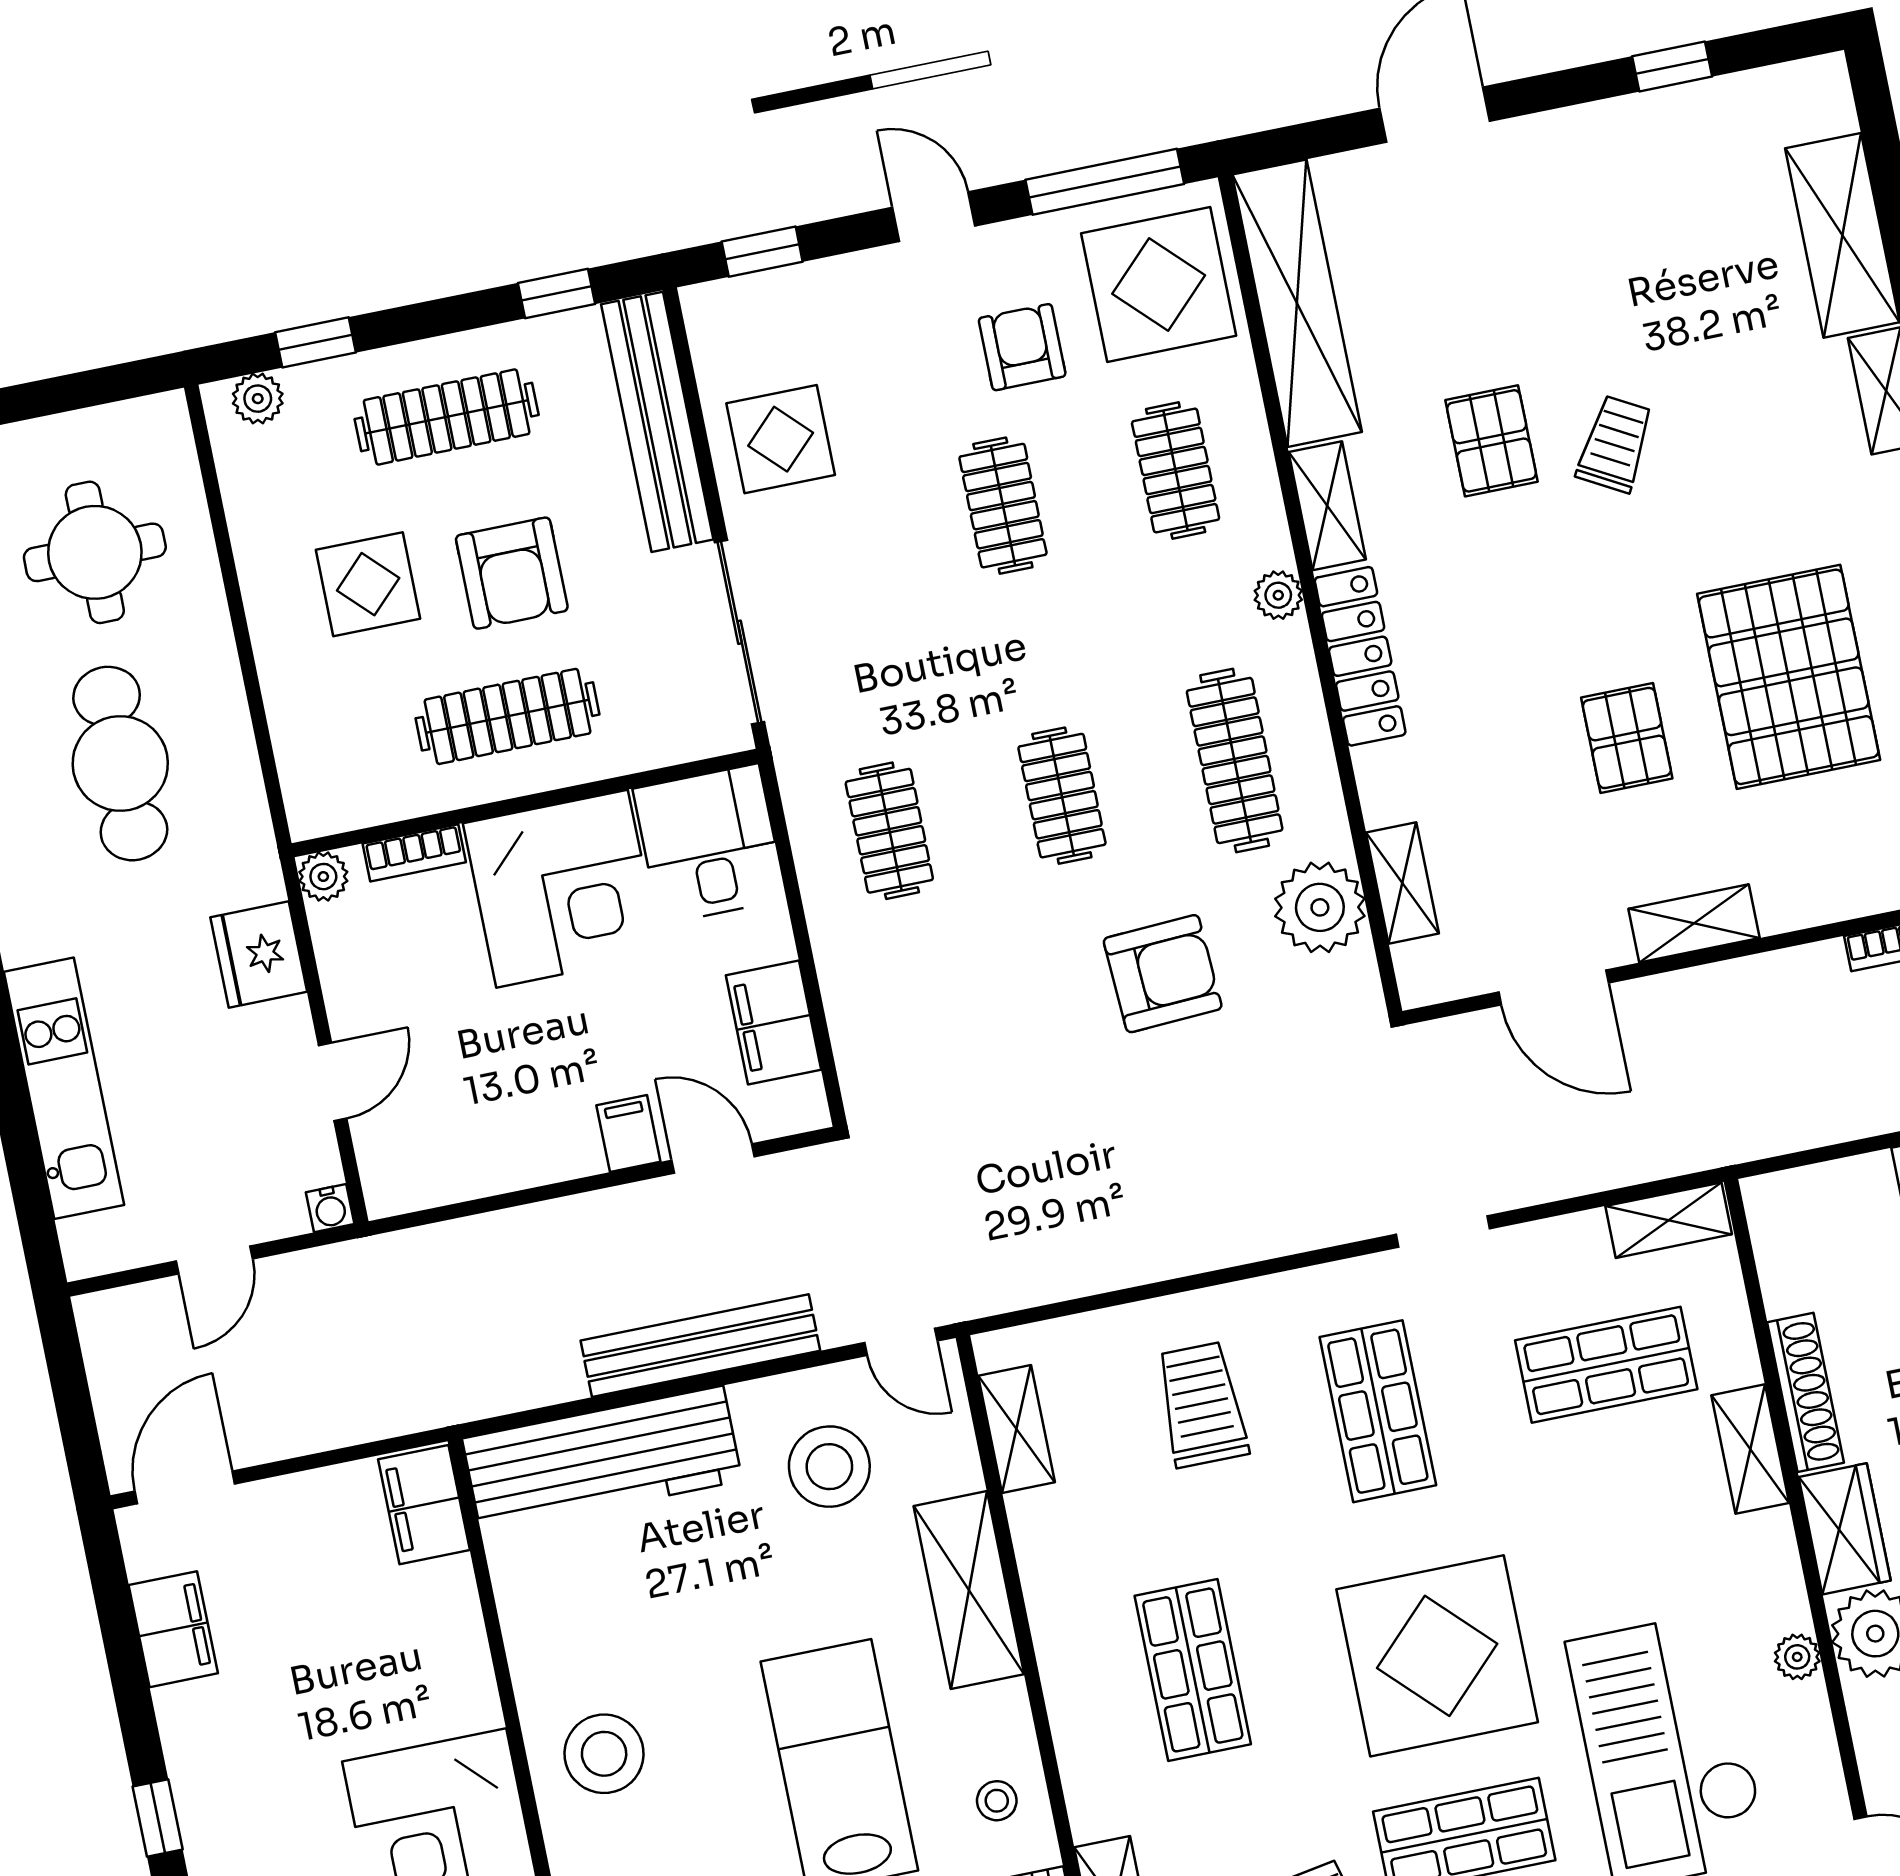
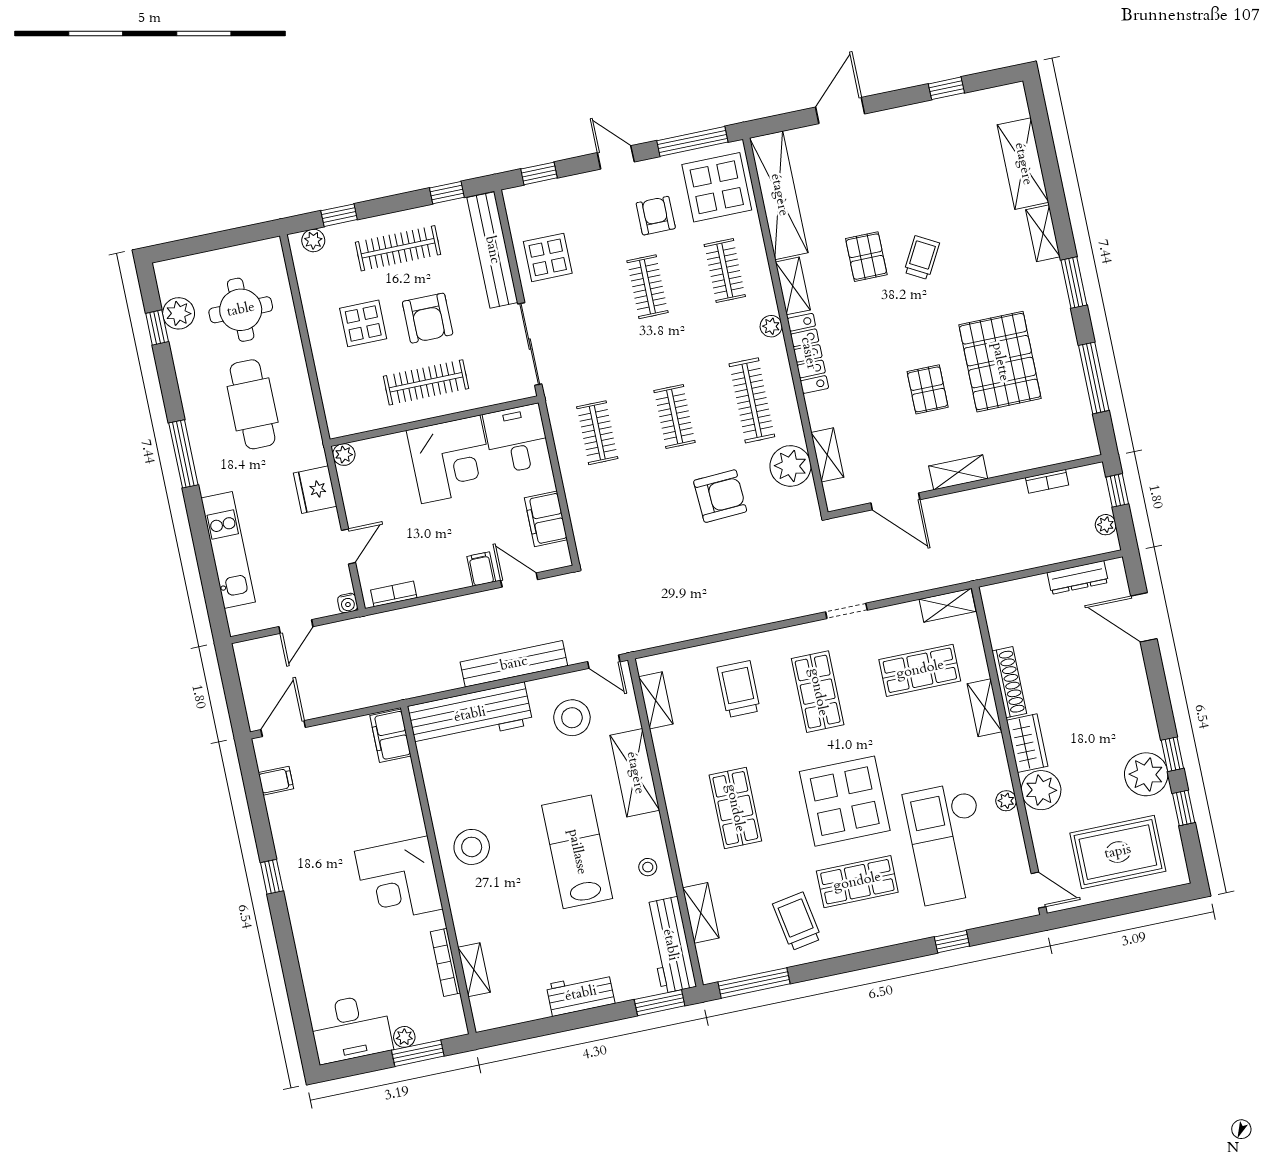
bookcase: (414, 853) -> (394, 594), moved, turned 180
filing cabinet: (173, 1629) -> (276, 781), width x0.50

